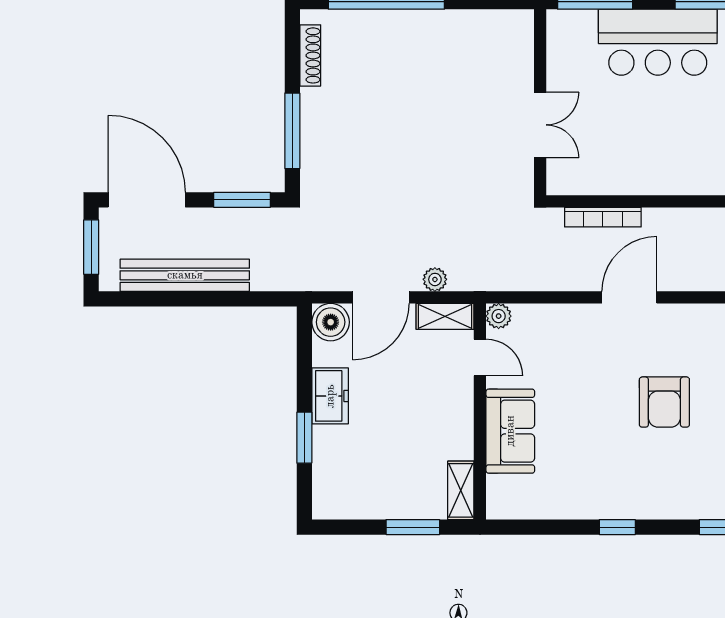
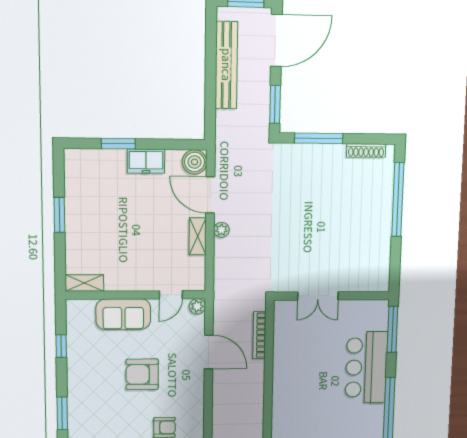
plant: (499, 316) -> (197, 306), moved
door: (480, 358) -> (171, 295), moved
wall: (480, 411) -> (136, 295), moved
sofa: (510, 431) -> (123, 314), moved
shelving: (461, 490) -> (84, 283), moved

